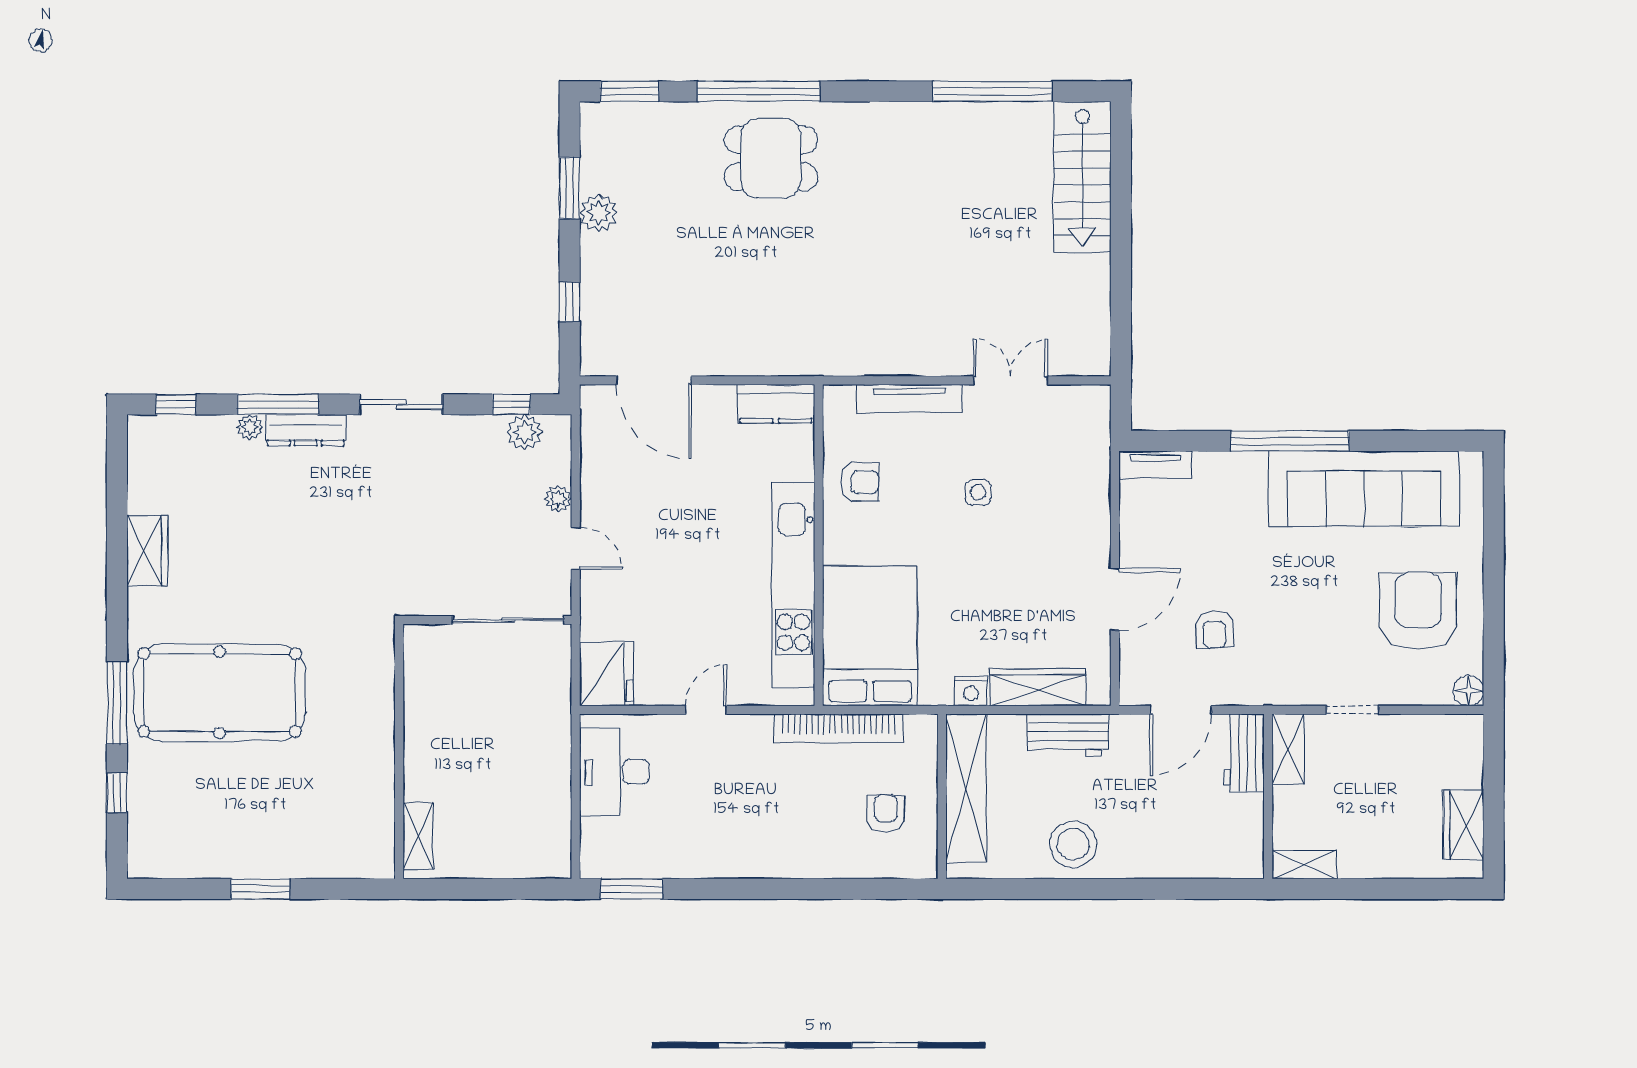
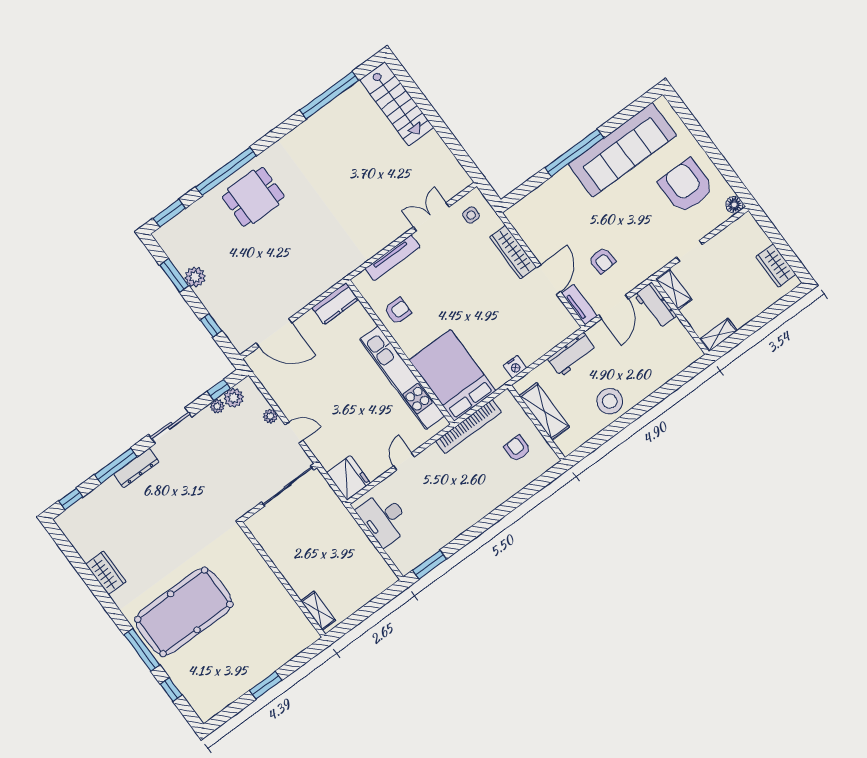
plant: (250, 427) -> (217, 406), moved
tv unit: (1155, 465) -> (579, 305), moved, turned -90
side table: (978, 492) -> (471, 215), moved
wardrobe: (1038, 687) -> (513, 252), moved, turned -90
shelving: (966, 788) -> (544, 411), width x0.68

